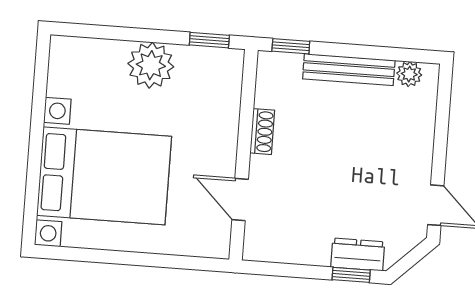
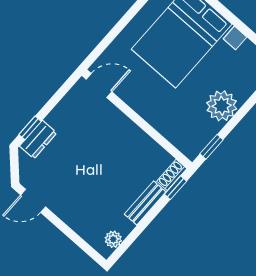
bench: (349, 70) -> (145, 203), width x0.73
shoe rack: (262, 132) -> (172, 175), moved, turned 90
door: (240, 200) -> (99, 86), moved

